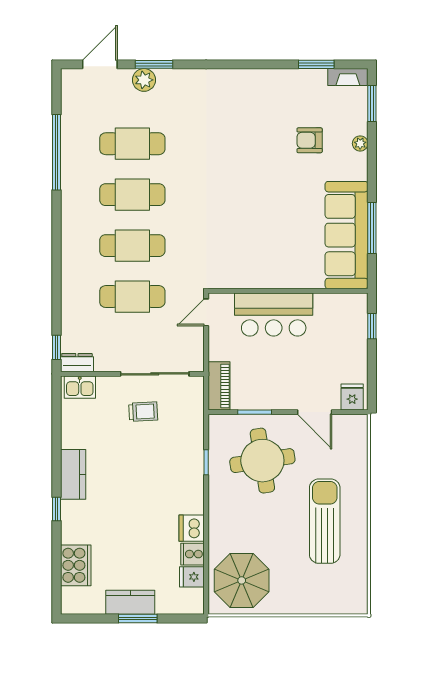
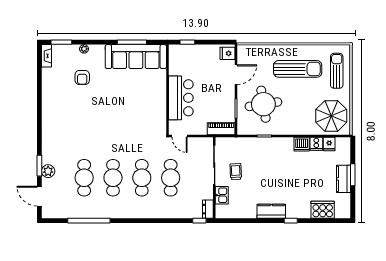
window: (316, 64) -> (39, 74), removed
kitchen sink: (80, 387) -> (222, 195), moved
sun lounger: (325, 521) -> (298, 69), turned 180
sun lounger: (321, 590) -> (337, 71), added

